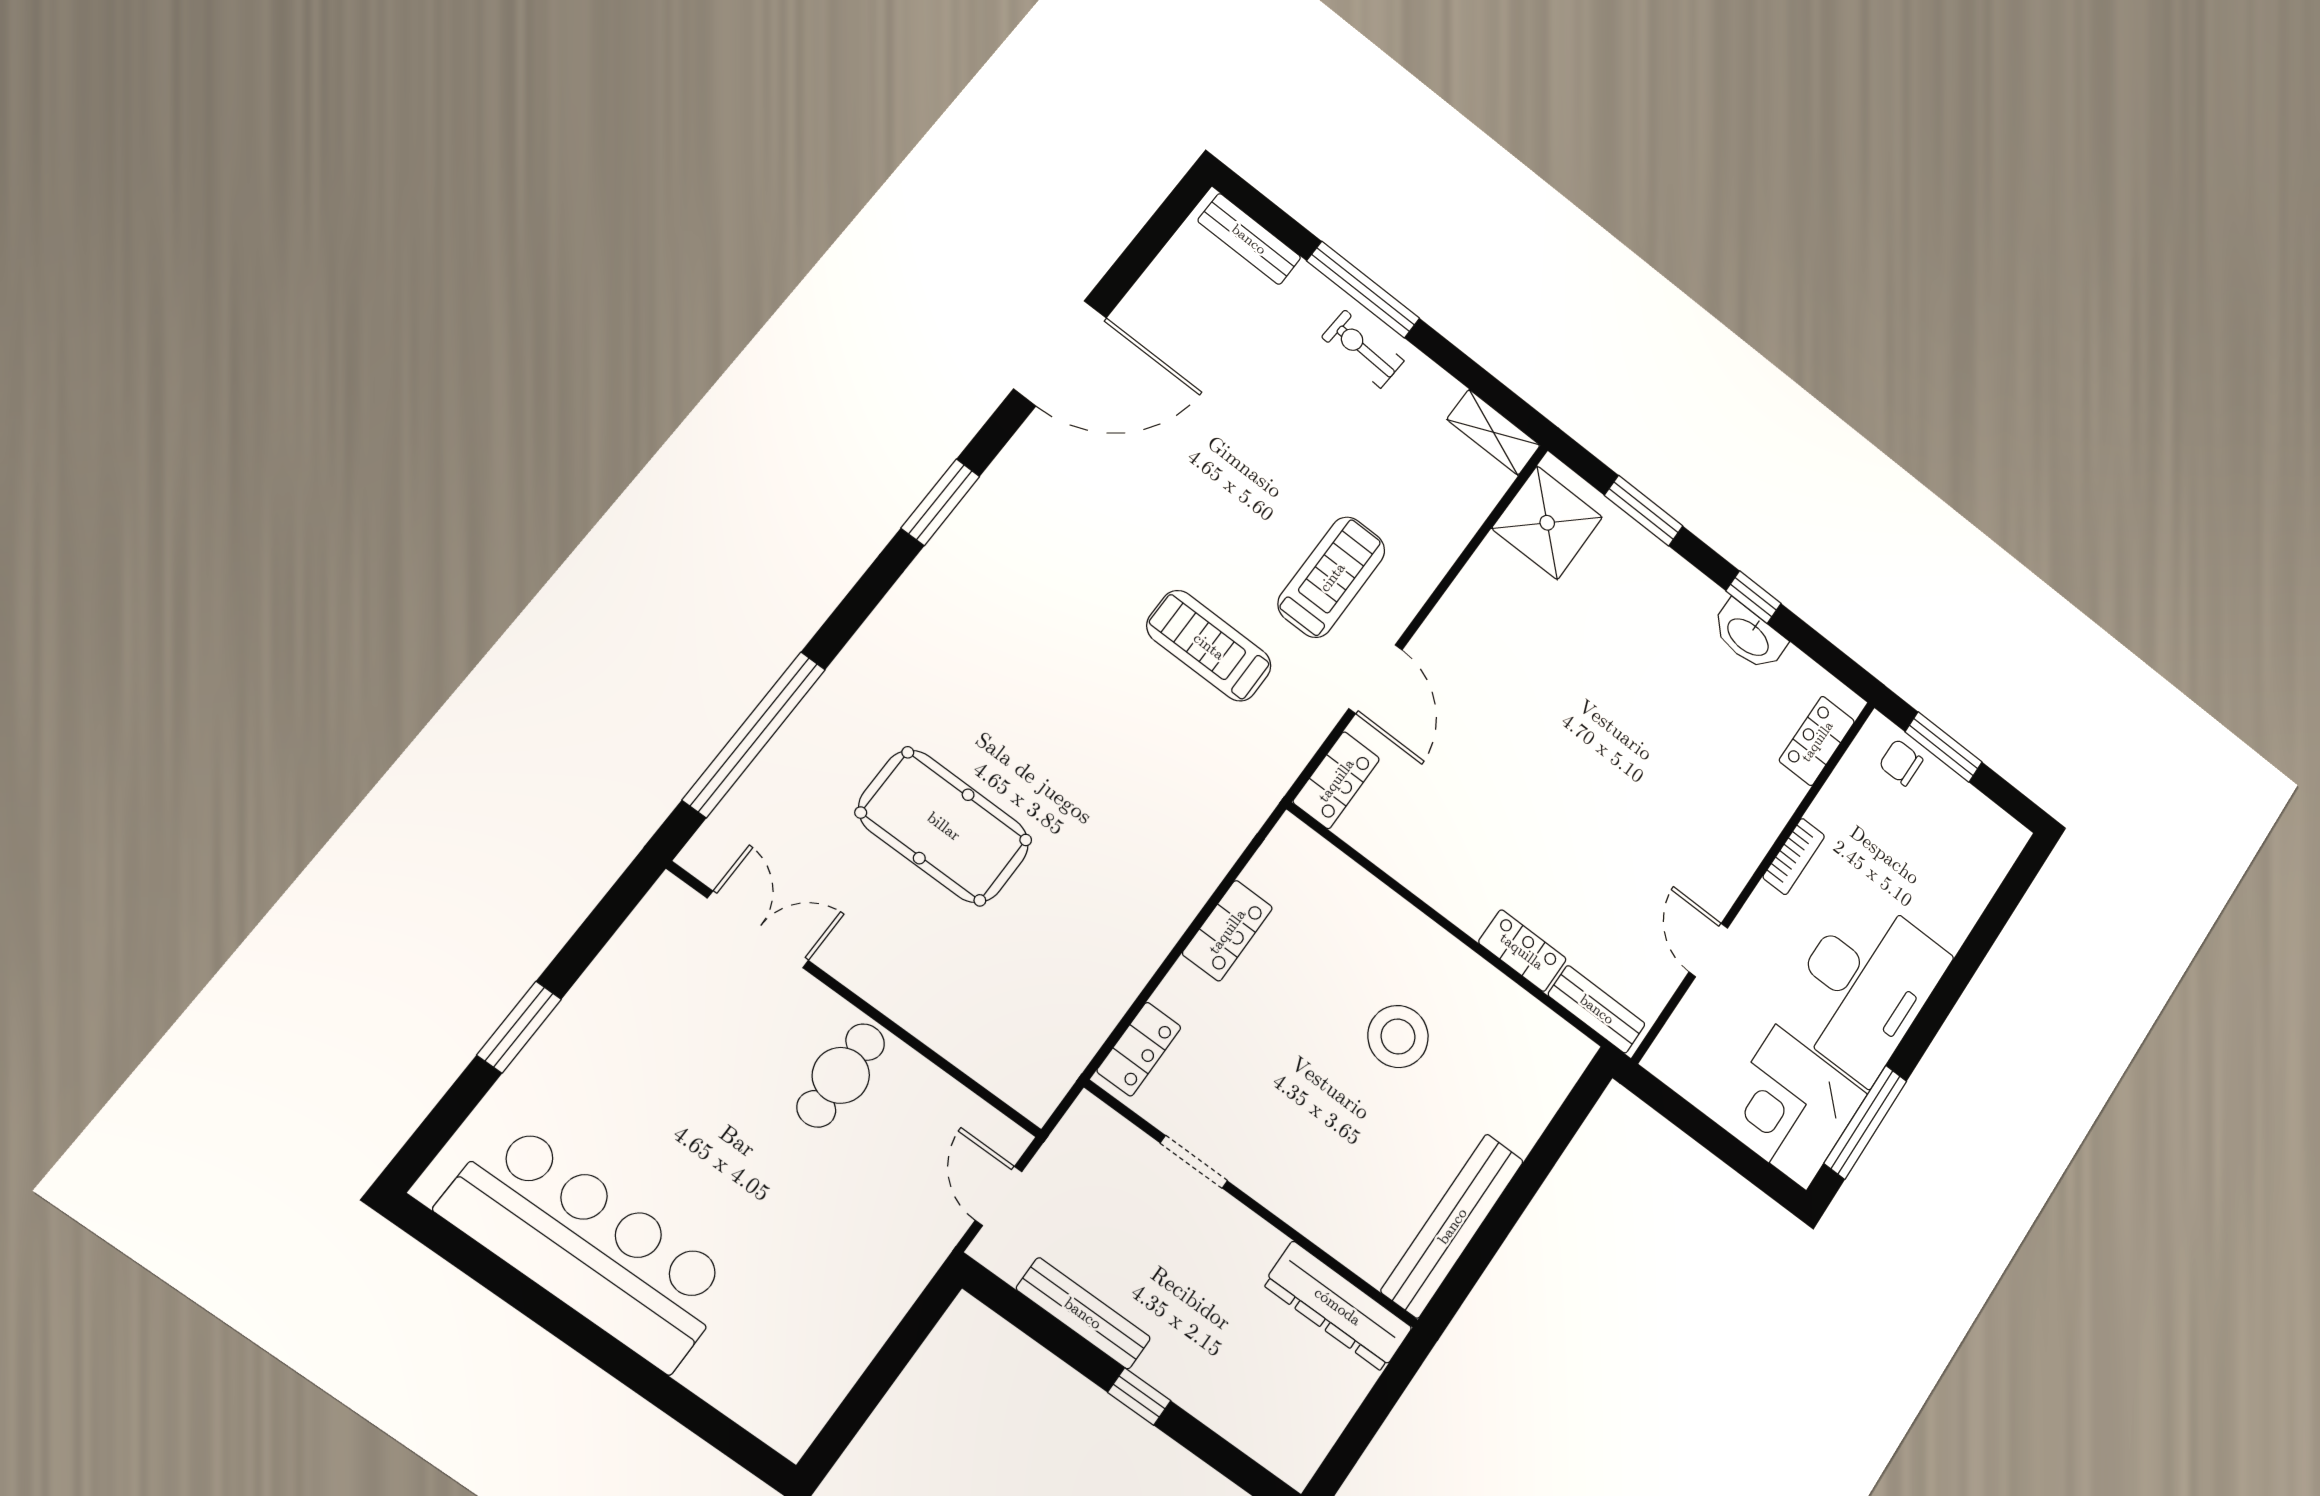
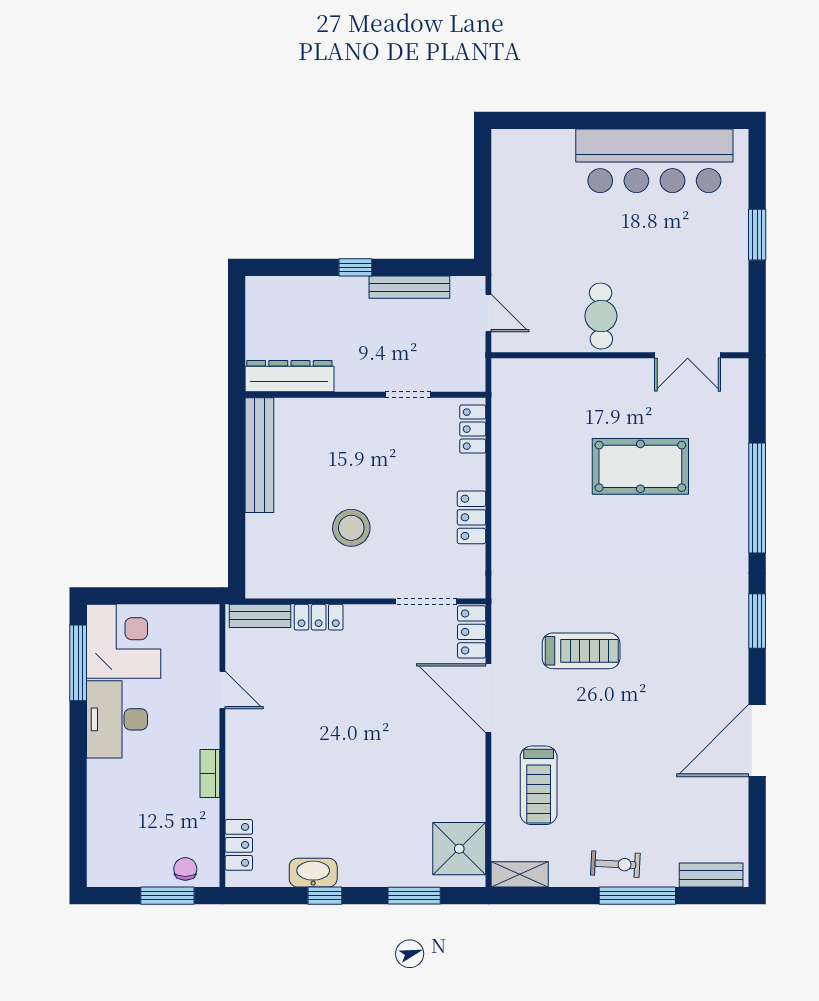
treadmill: (1332, 577) -> (539, 785), moved
door: (1376, 679) -> (488, 698), width x1.36
window: (754, 734) -> (757, 498), moved
chair: (1901, 762) -> (185, 869), turned -90
doorway: (1368, 865) -> (426, 601), added
desk: (1864, 986) -> (117, 719), width x0.73, depth x0.77

